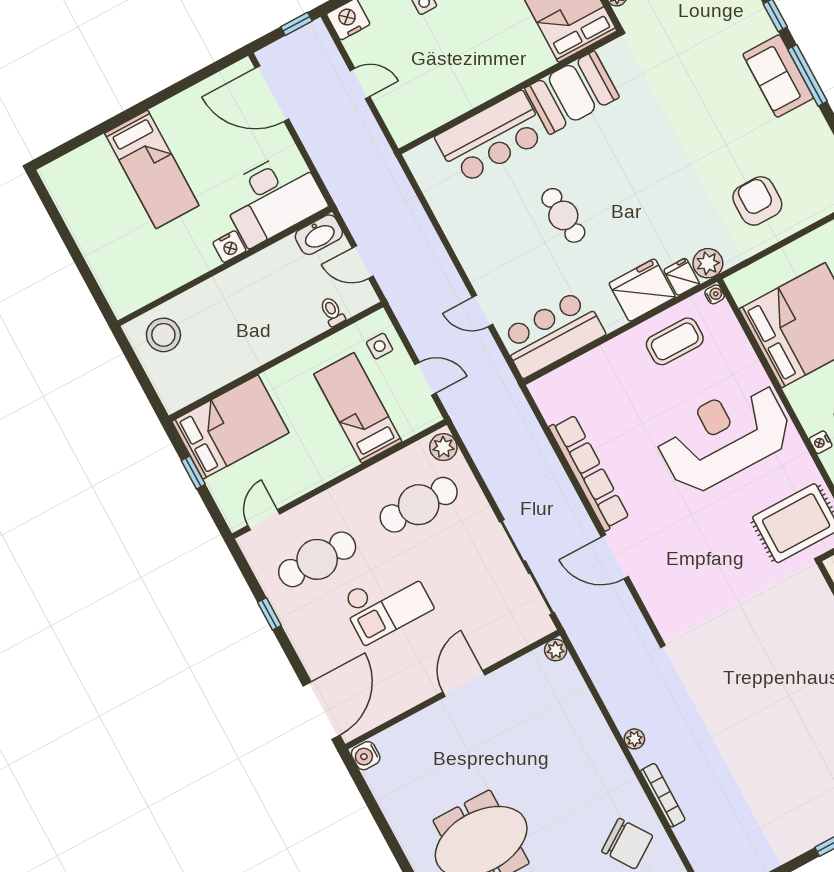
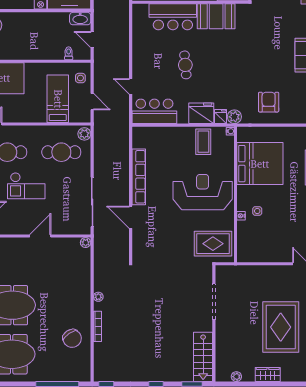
coffee table: (675, 341) -> (203, 142), turned 90

